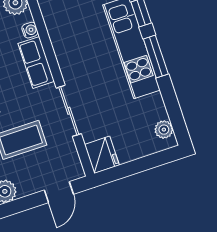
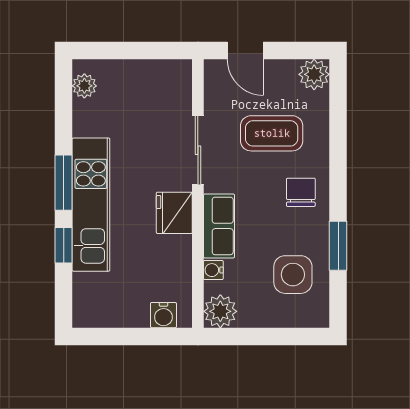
fridge: (102, 155) -> (174, 213), moved
door: (59, 192) -> (245, 50), swing flipped

